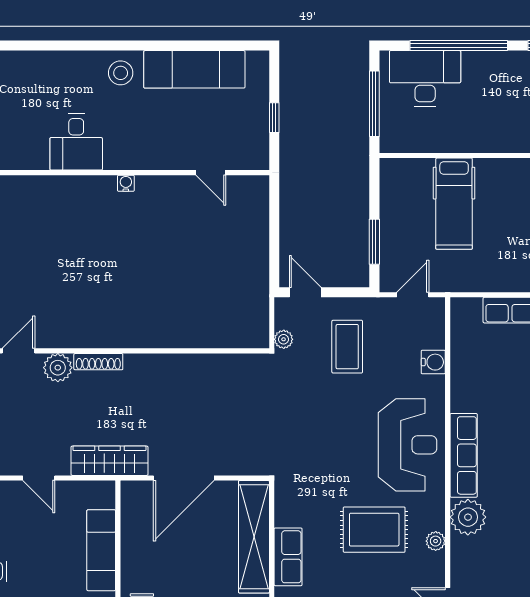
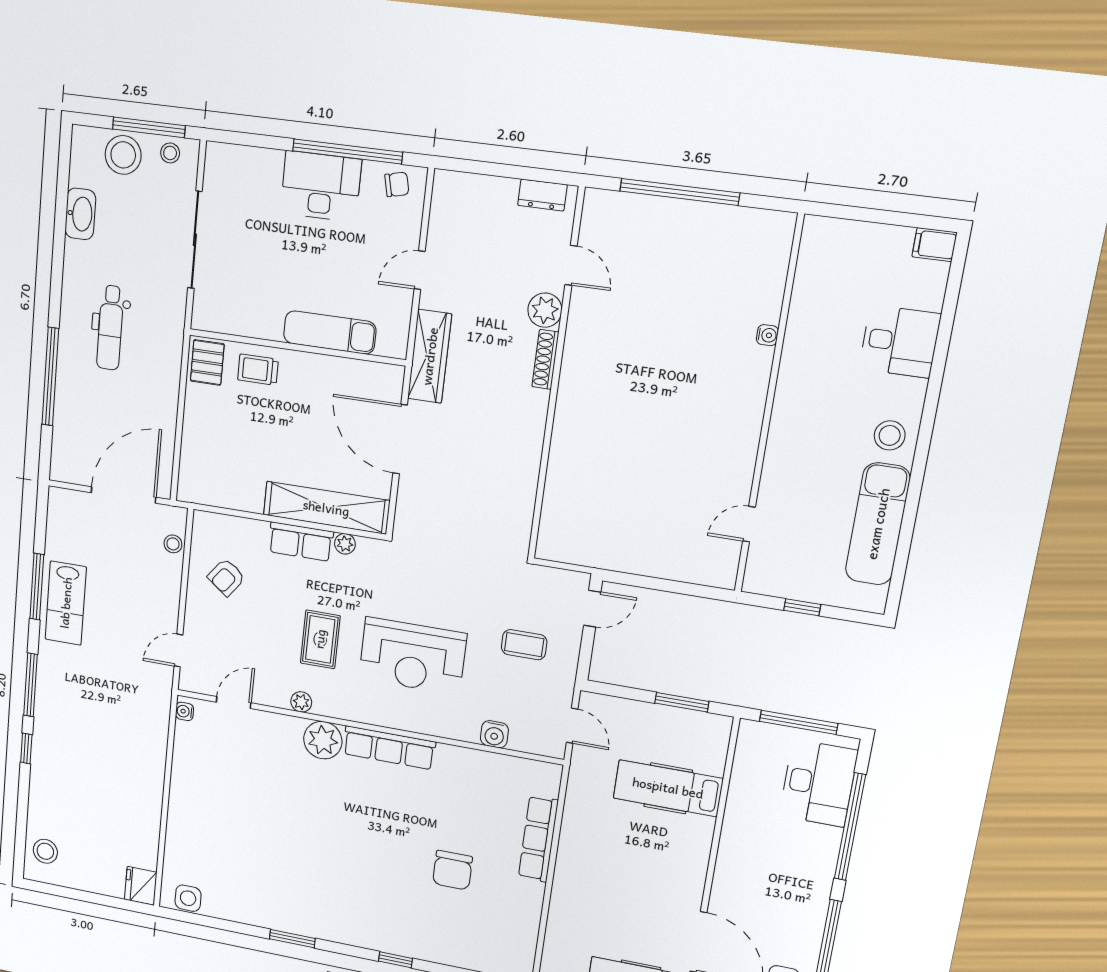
desk: (76, 142) -> (900, 341), moved, turned 180
water cooler: (126, 183) -> (767, 335), moved
window: (374, 242) -> (682, 702), moved
plant: (284, 339) -> (345, 544), moved
coffee table: (347, 347) -> (524, 645), width x0.73, depth x0.77
reception desk: (407, 445) -> (412, 656), moved
rug: (374, 530) -> (320, 639), width x0.73, depth x0.70

